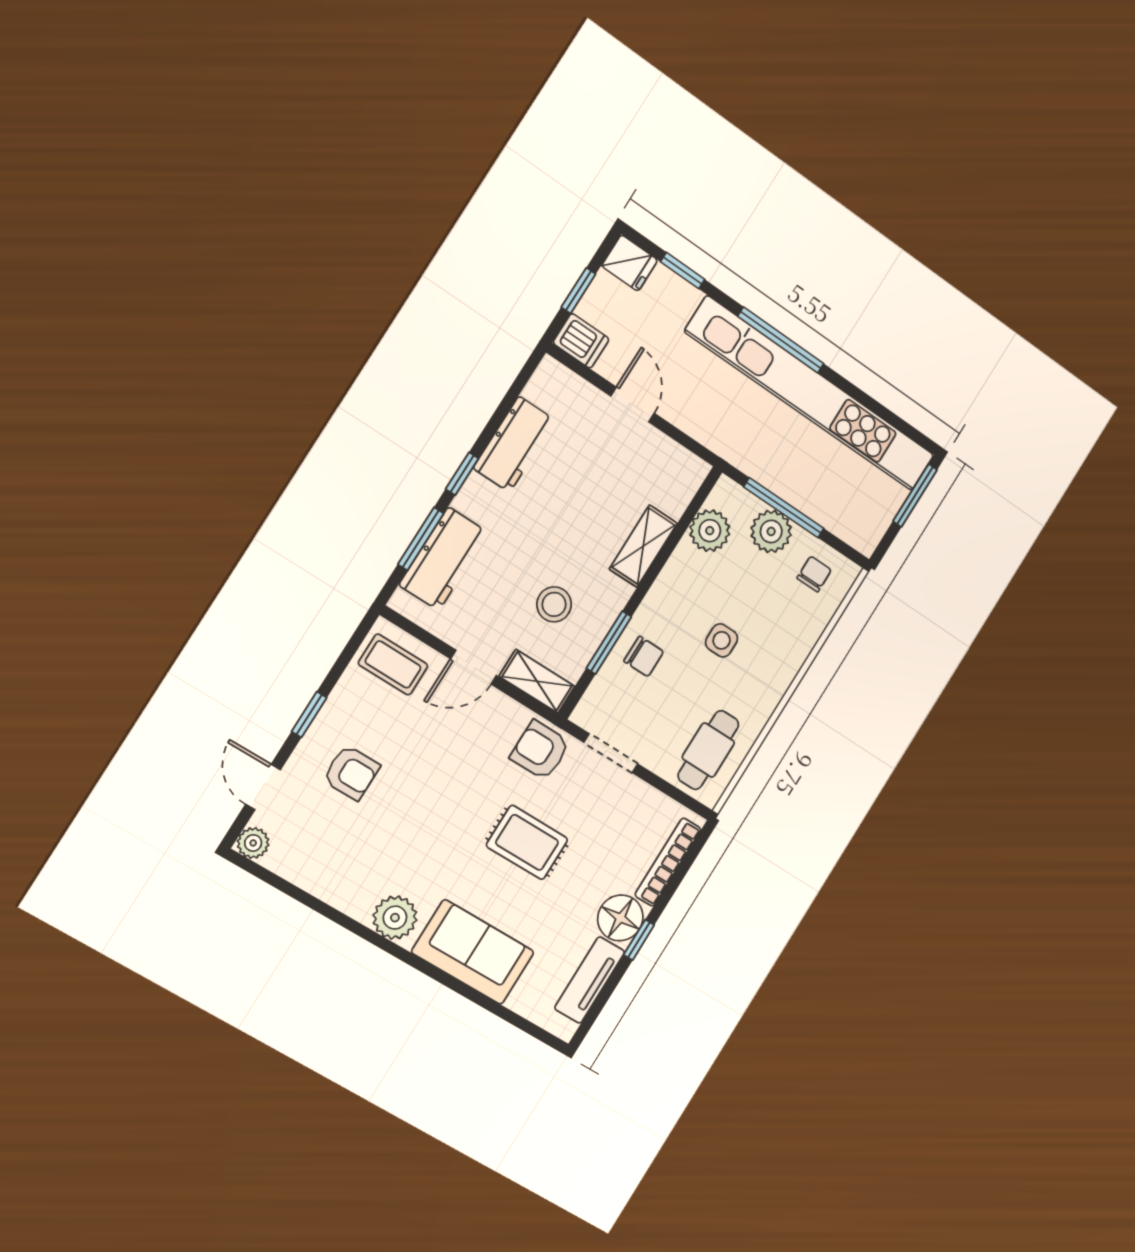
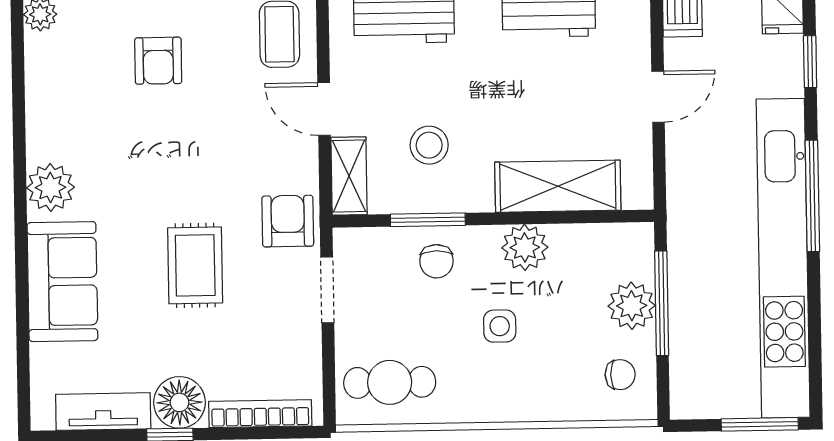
plant: (710, 531) -> (525, 247), moved
shelving: (643, 546) -> (558, 186), width x1.50, depth x1.33

